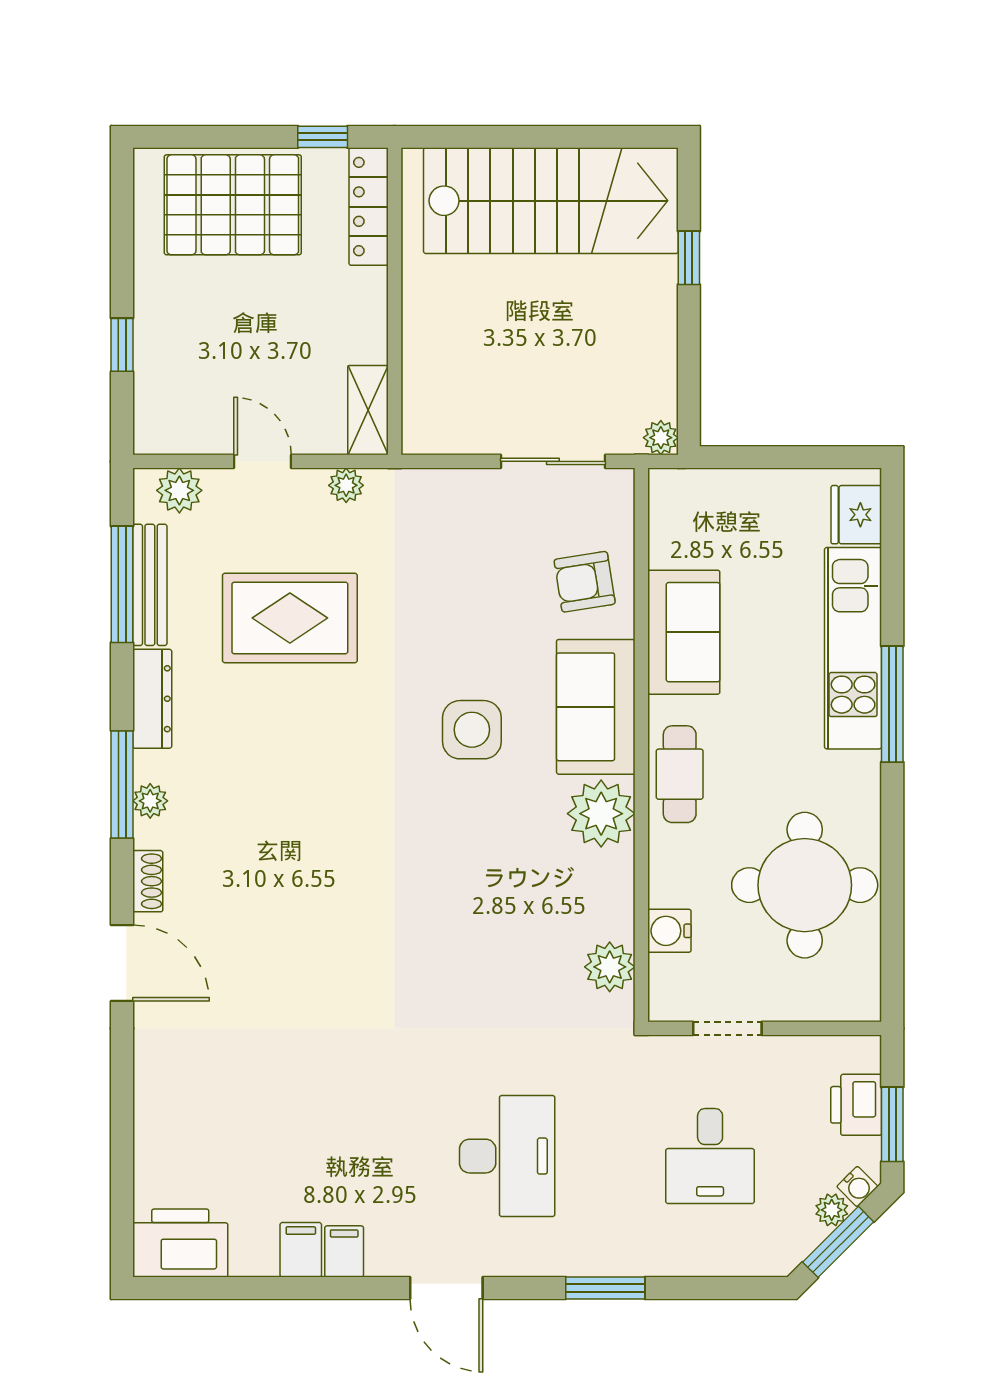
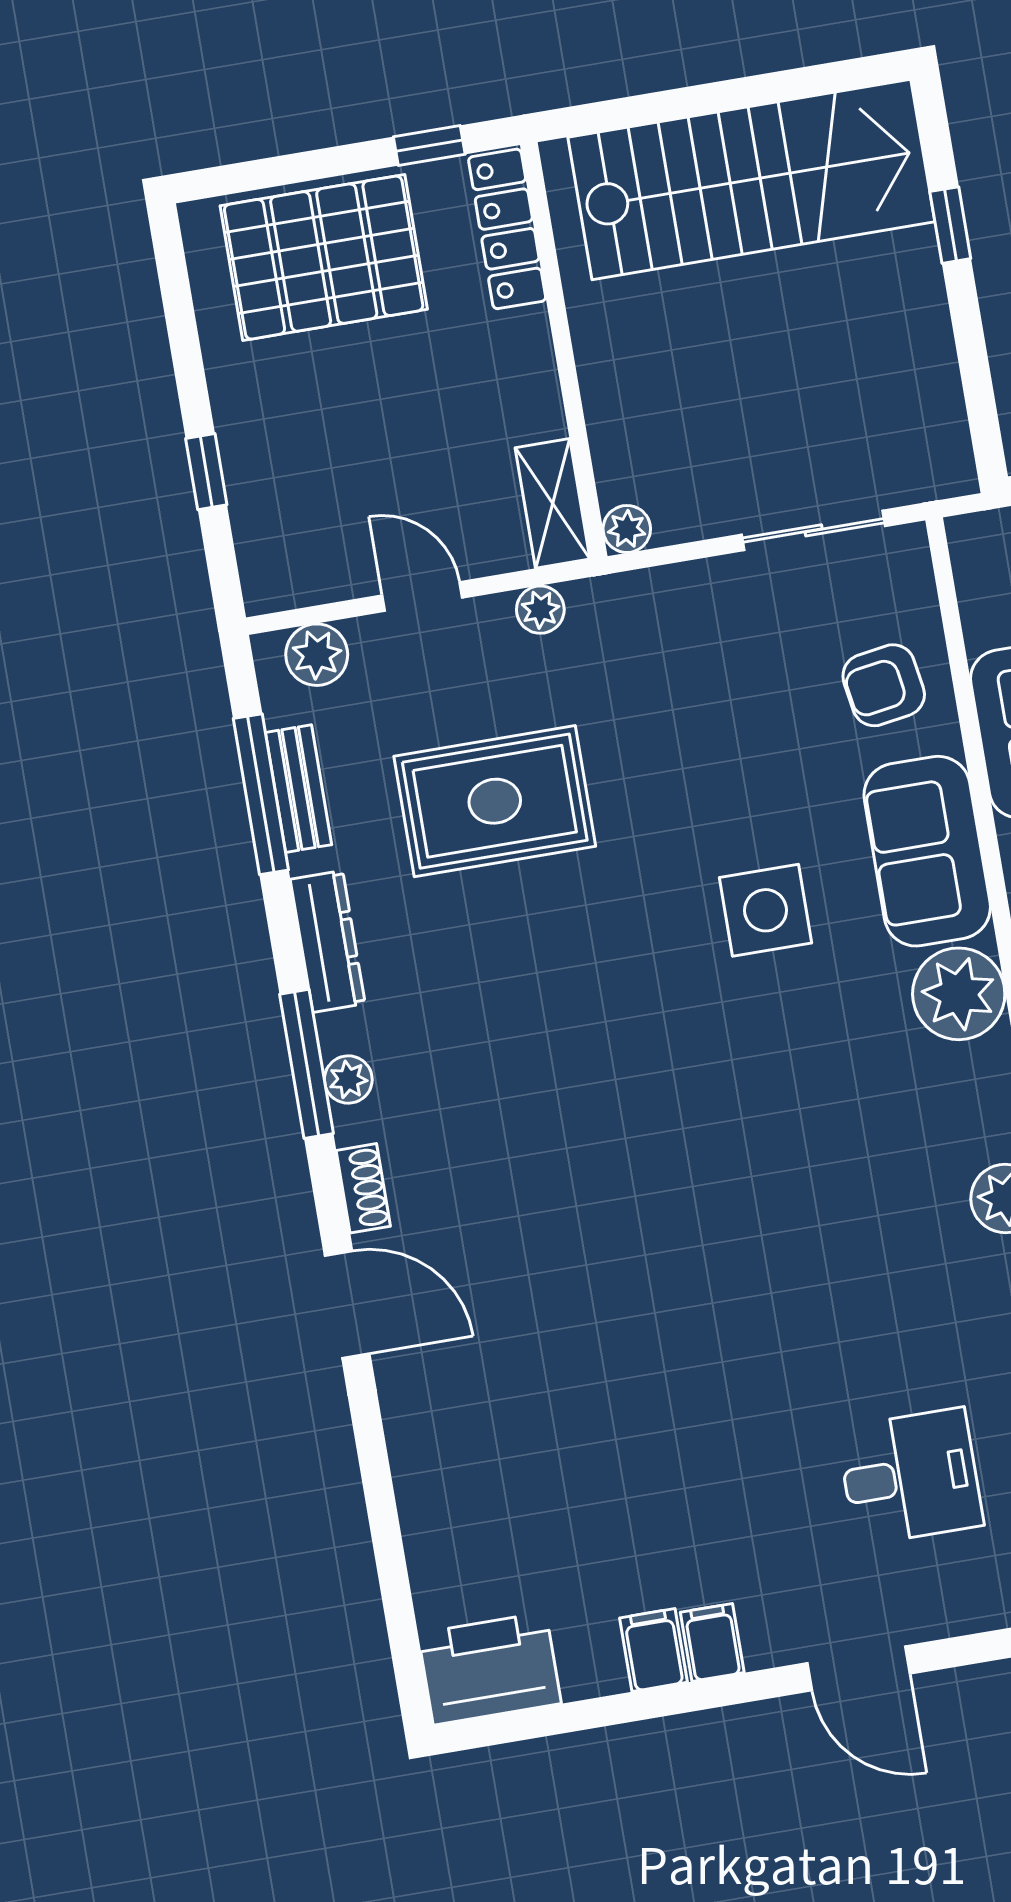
plant: (661, 438) -> (627, 529), moved
bench: (150, 585) -> (298, 789), width x0.73
desk: (507, 1156) -> (910, 1477), width x0.73

